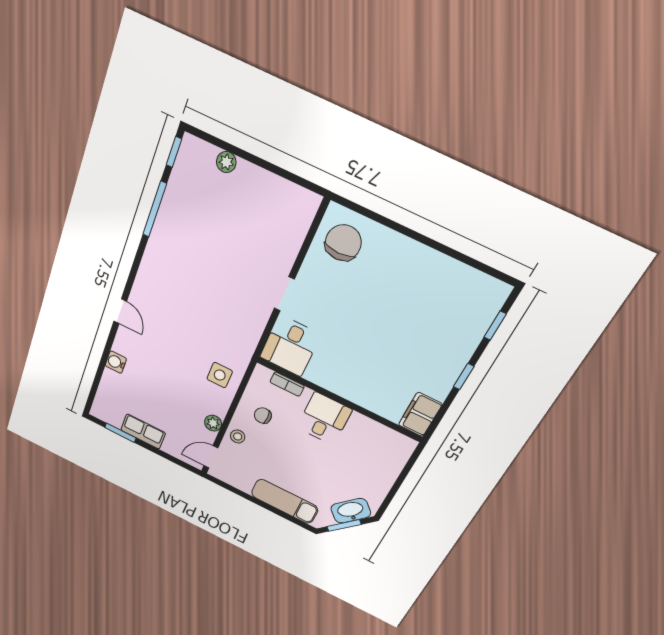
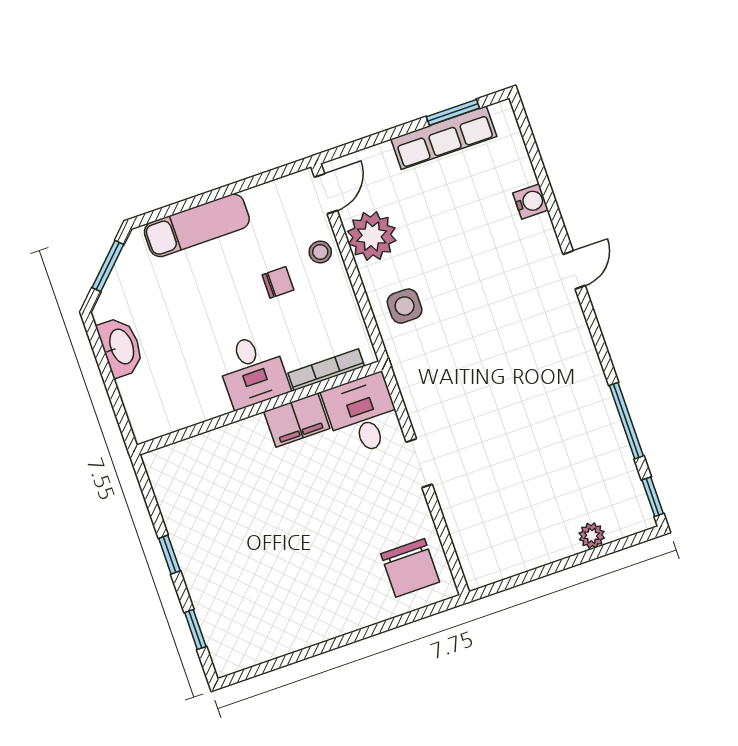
door: (120, 311) -> (574, 270), swing flipped
bookcase: (287, 384) -> (326, 370), width x1.56
filing cabinet: (420, 415) -> (297, 420), moved, turned 90
chair: (263, 416) -> (278, 282), moved
plant: (213, 423) -> (372, 236), width x1.88, depth x1.88
row of seats: (143, 431) -> (444, 138), width x1.48
washbasin: (351, 511) -> (121, 347), moved, turned -45

